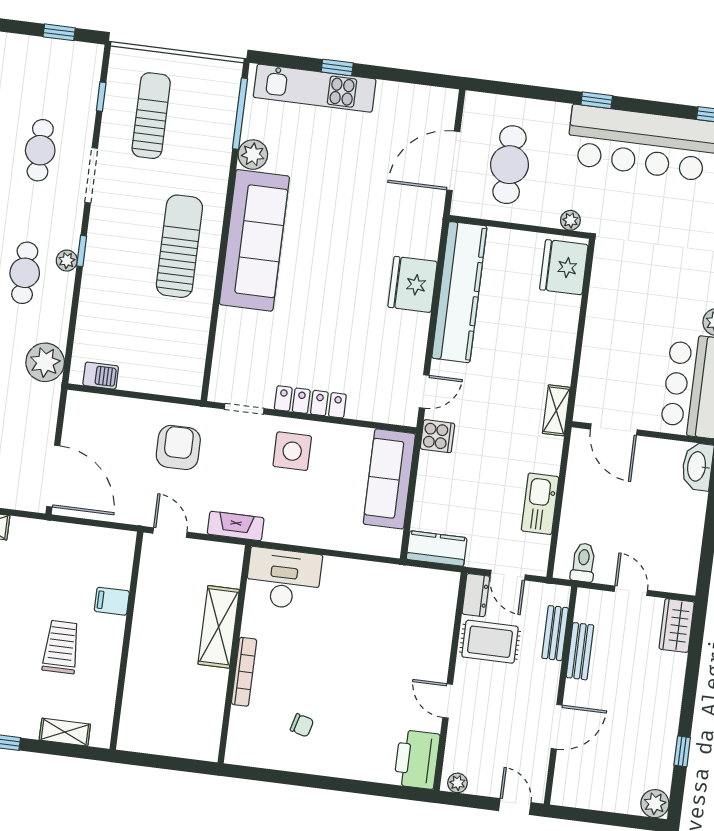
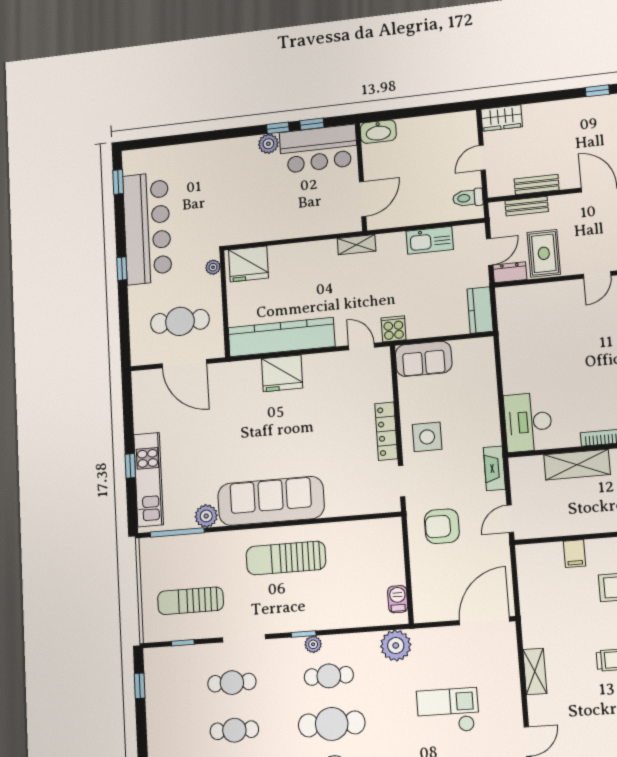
sofa: (389, 479) -> (424, 359), width x0.73

